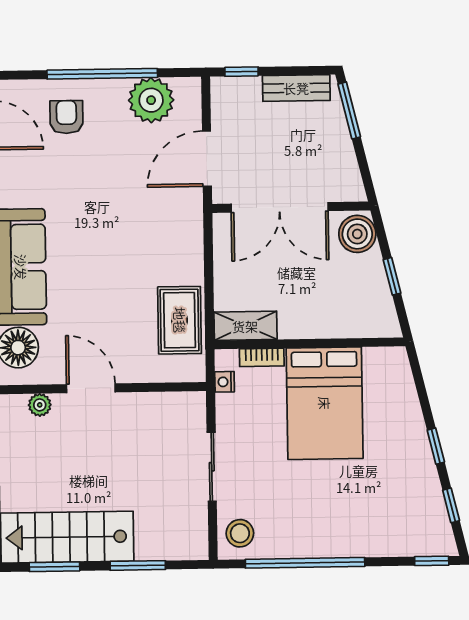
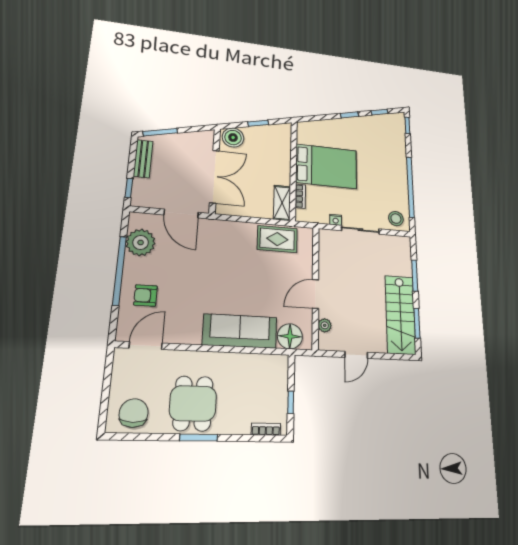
nightstand: (225, 382) -> (336, 220), moved

